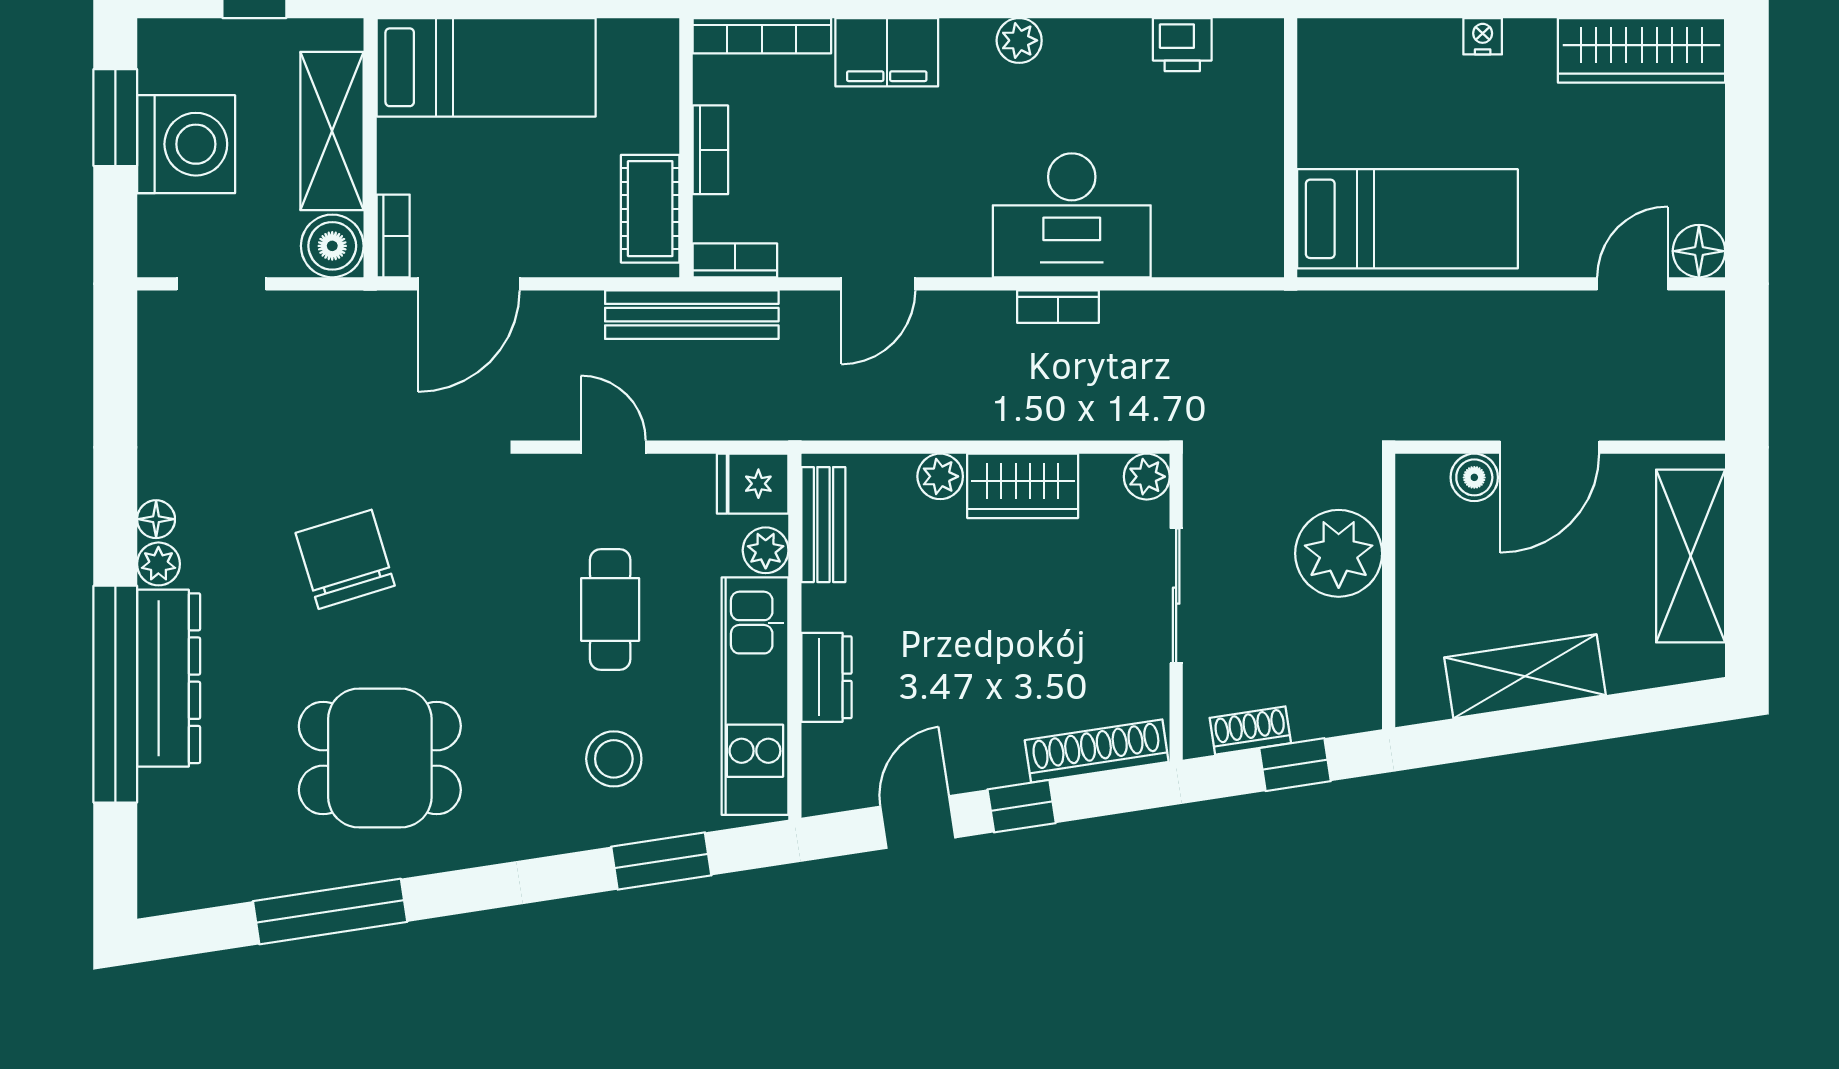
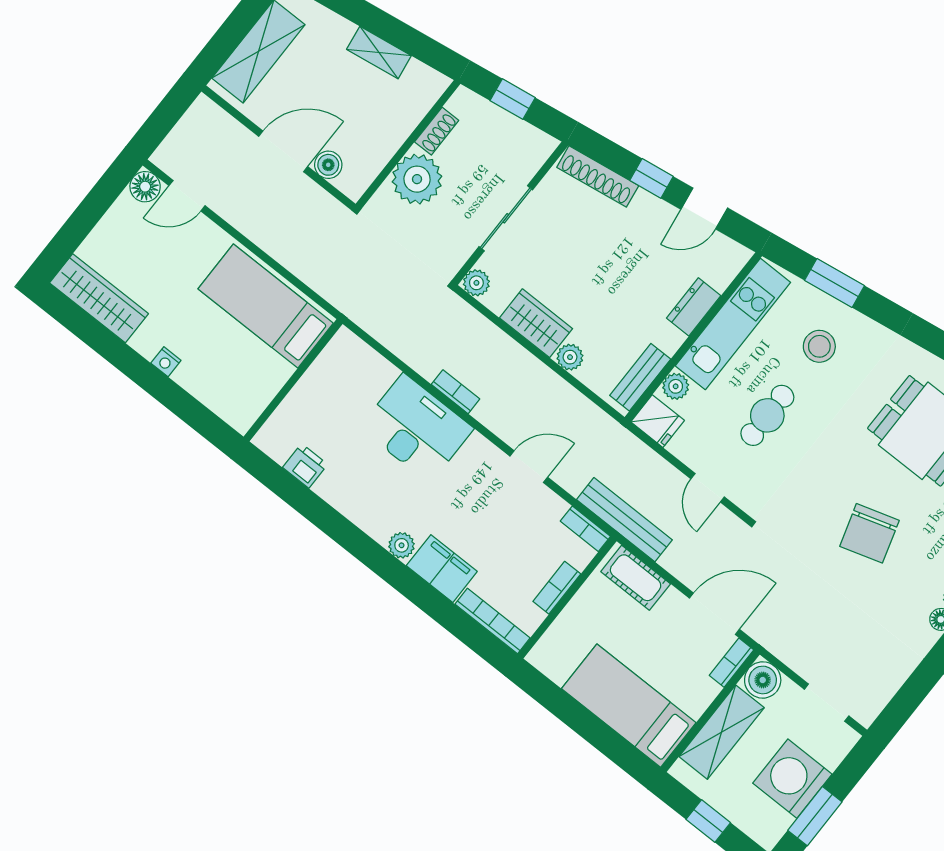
plant: (1019, 40) -> (402, 545), moved
cot: (650, 209) -> (636, 578), moved, turned 90
shelving: (1525, 676) -> (379, 53), width x0.67, depth x0.75
shoe rack: (1250, 730) -> (437, 131), moved, turned -81

